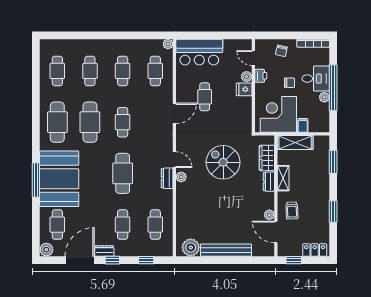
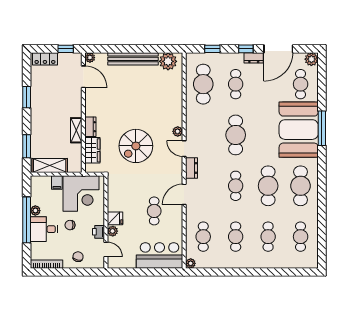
shelving: (295, 143) -> (50, 165), moved
spiral stairs: (223, 162) -> (136, 146), turned 90
dresser: (167, 178) -> (191, 168), moved
trolley: (292, 211) -> (68, 98), removed
plant: (269, 215) -> (90, 58), moved
cafe table: (155, 225) -> (203, 84), width x1.37, depth x1.35

